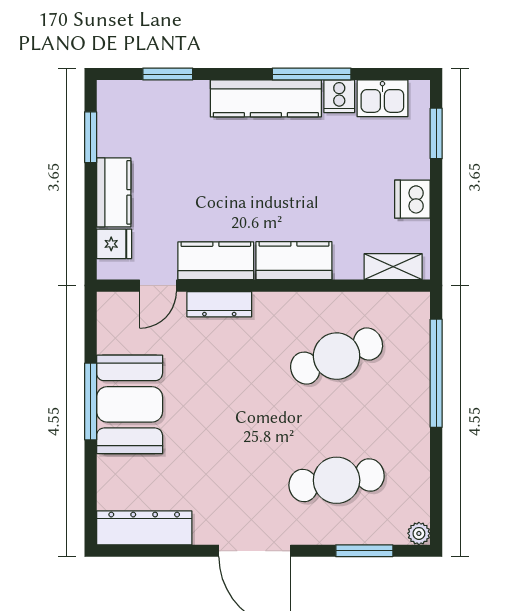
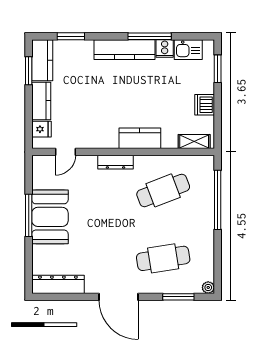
kitchen counter: (216, 261) -> (42, 60), moved, turned 90
dresser: (219, 304) -> (115, 162), moved

